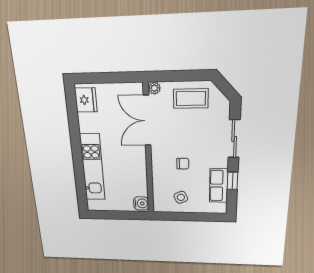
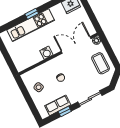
window: (78, 159) -> (32, 14), added
water cooler: (141, 203) -> (46, 53), moved

